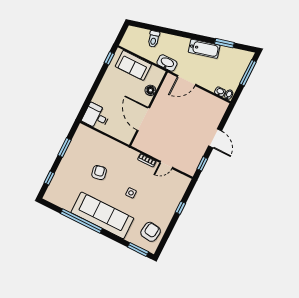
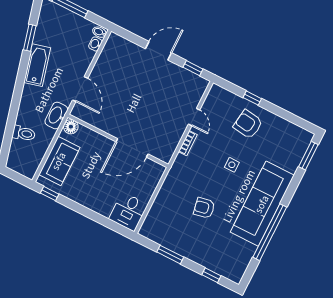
floor lamp: (150, 90) -> (71, 127), moved
armchair: (151, 232) -> (248, 124), moved

